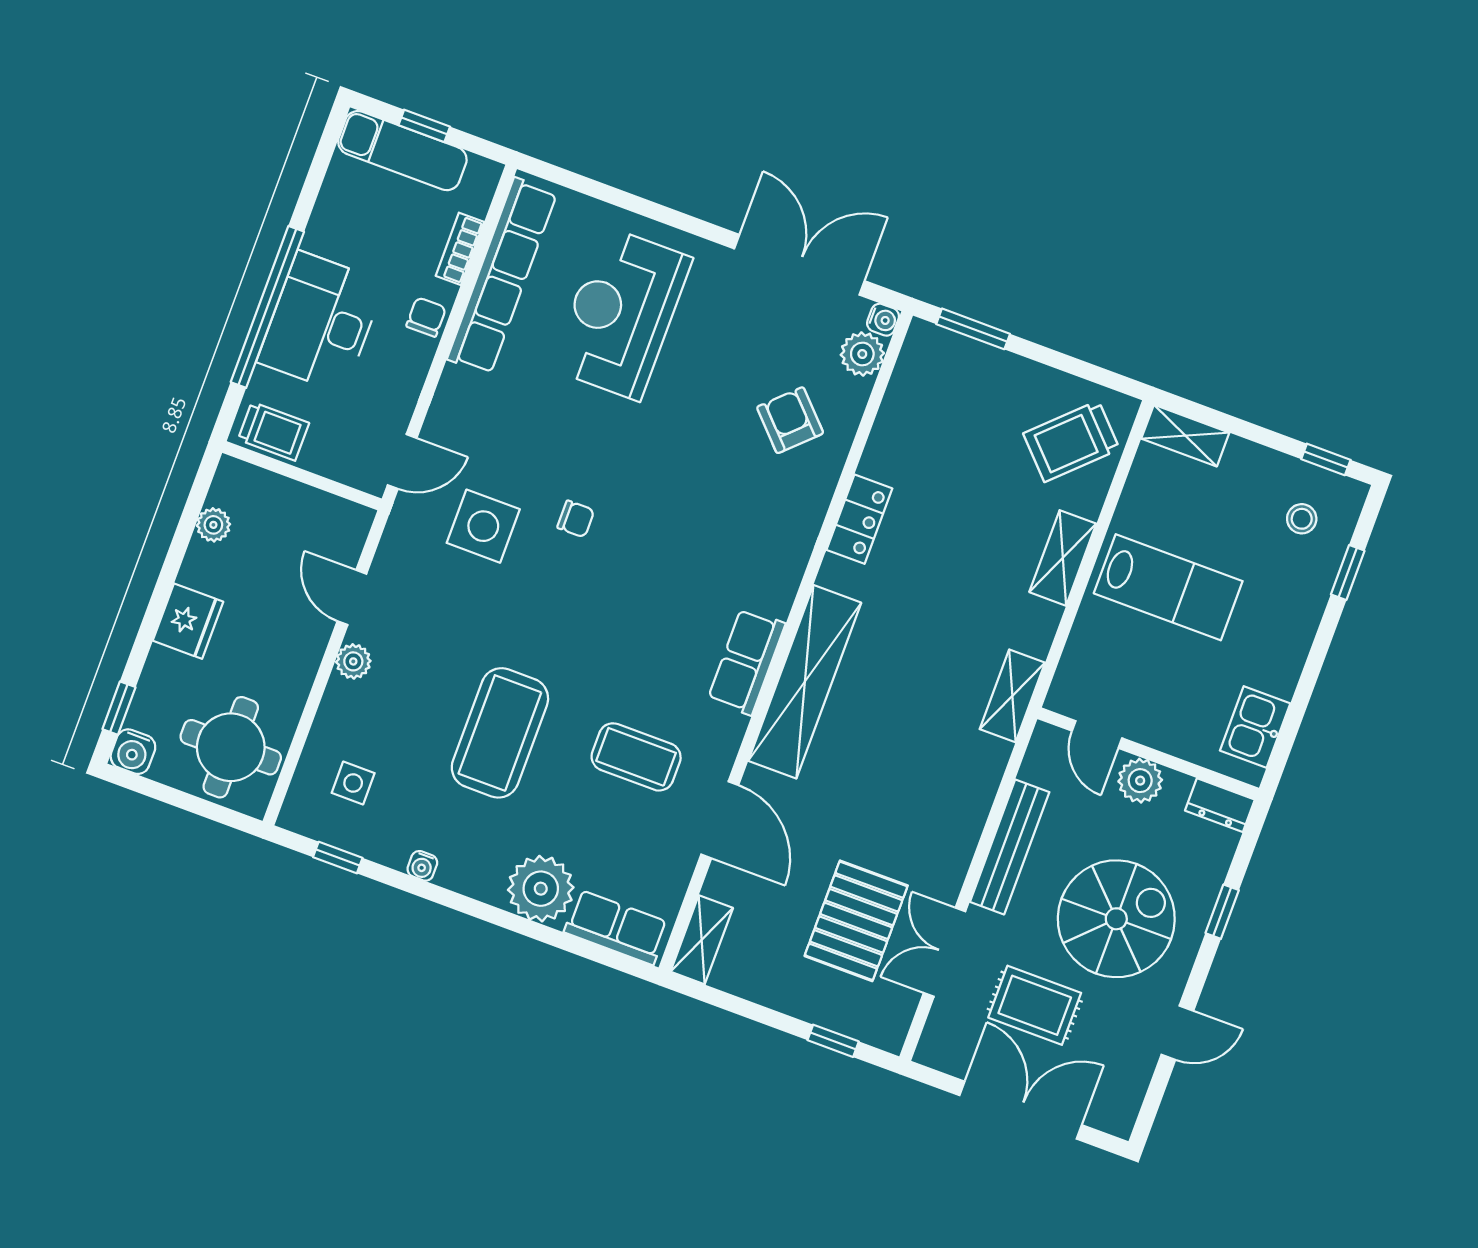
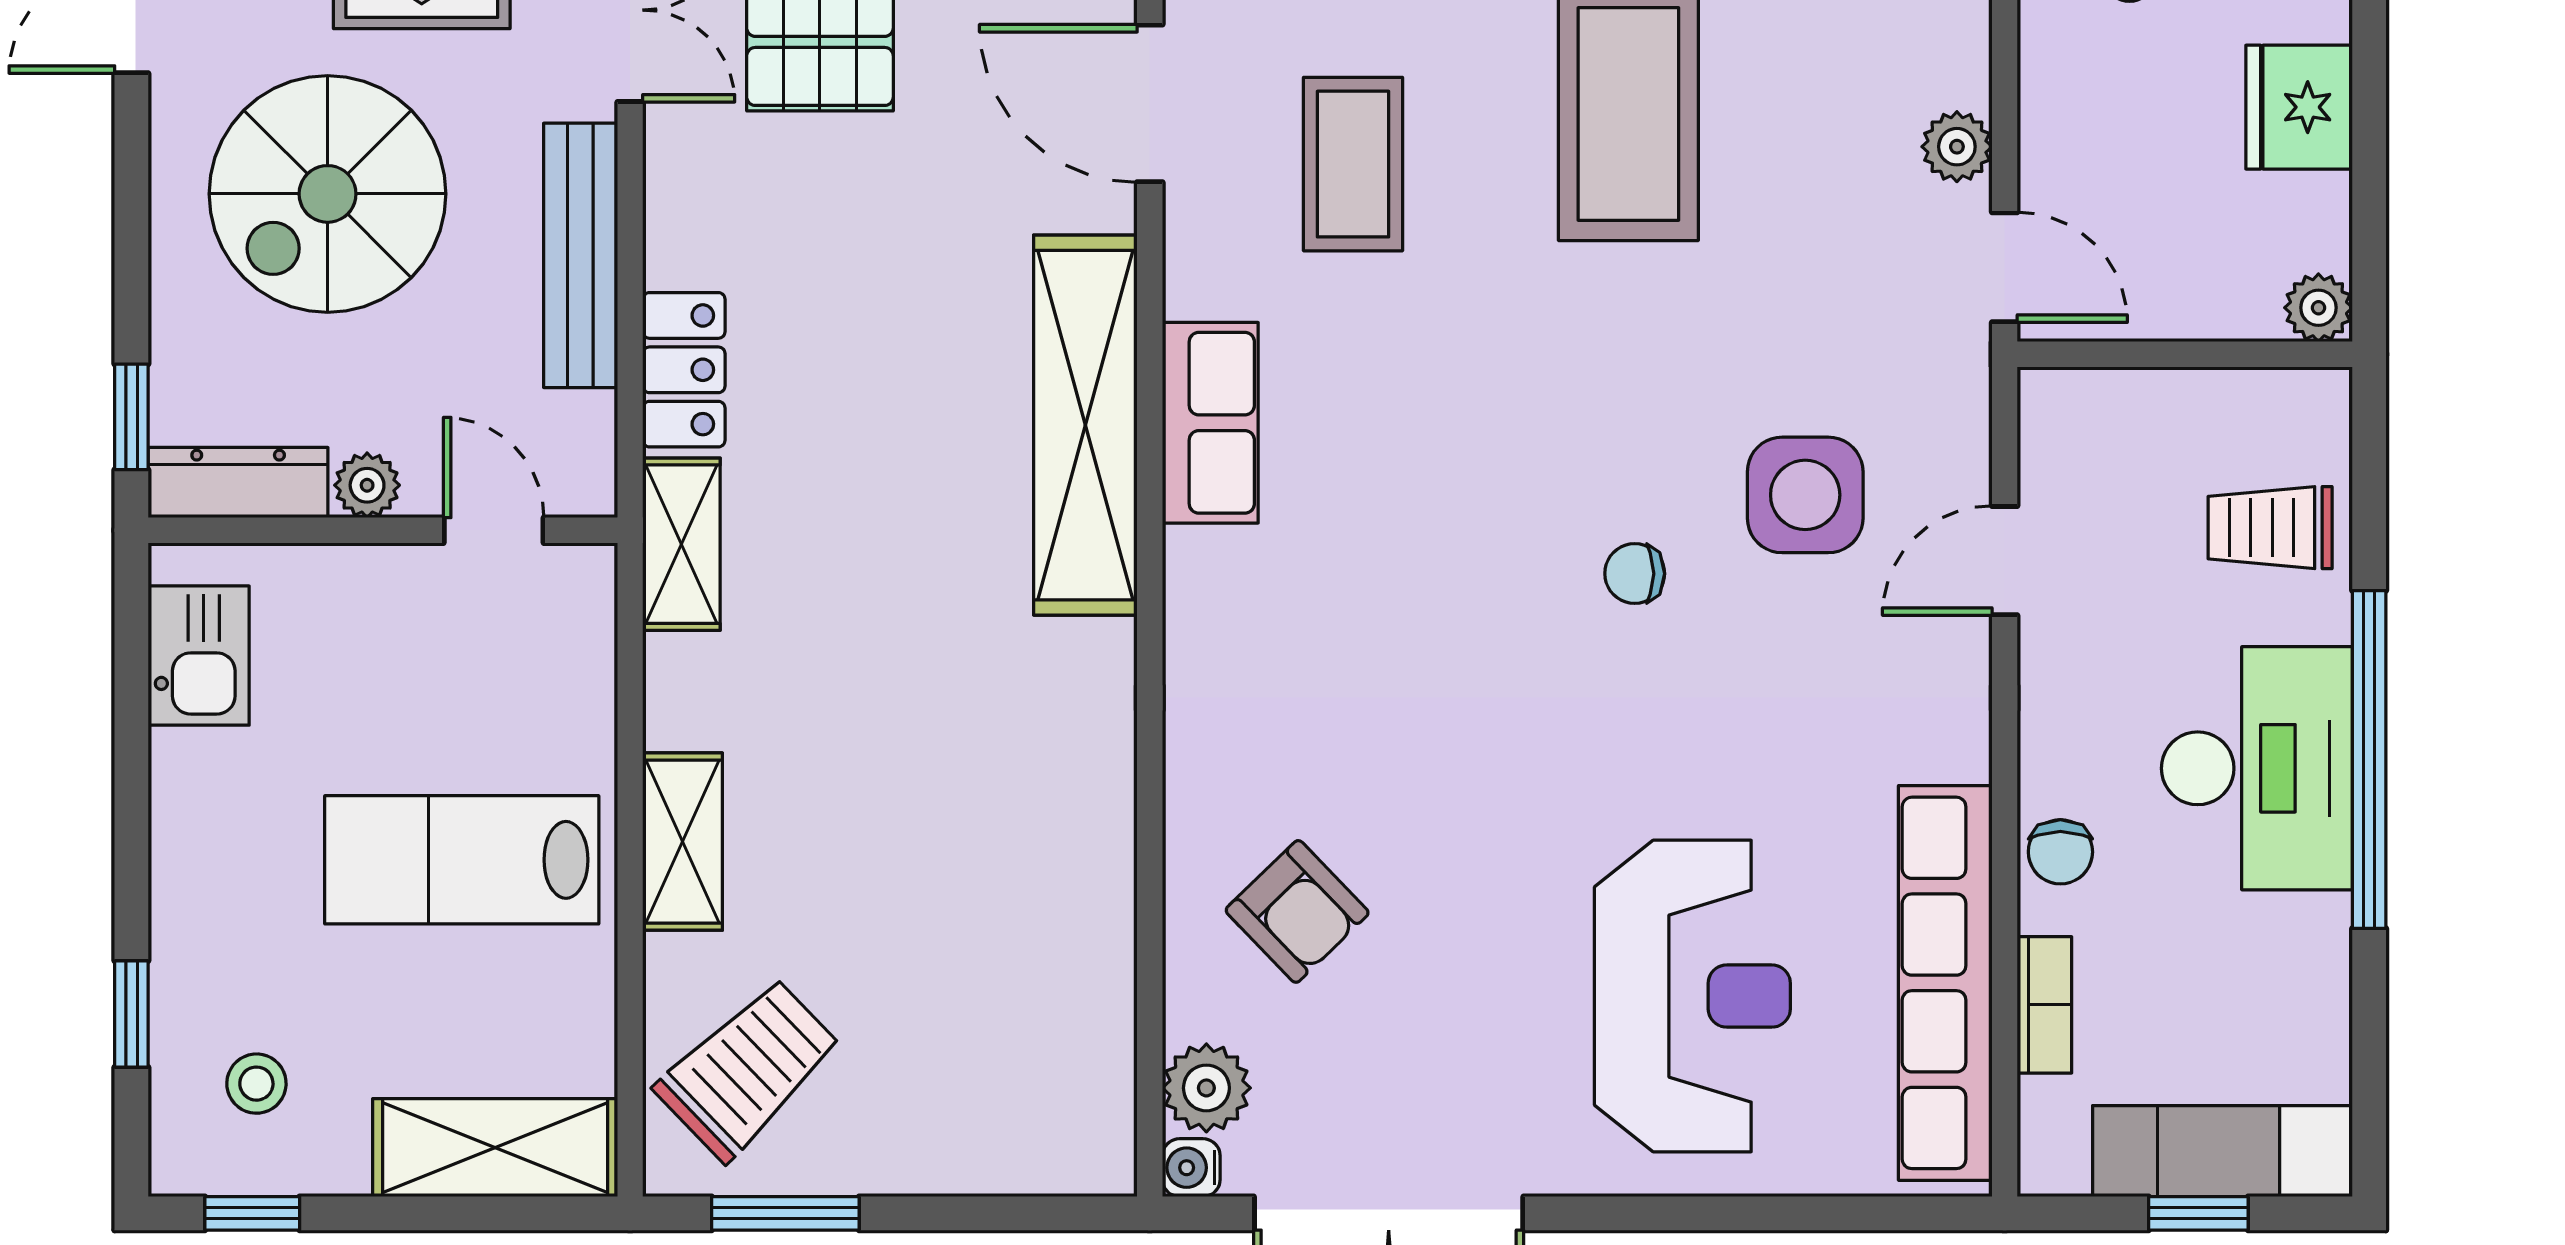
window: (973, 329) -> (785, 1213), moved
shelving: (1185, 436) -> (495, 1148), width x1.50, depth x1.33
wall: (302, 476) -> (2185, 354), moved
locker: (859, 519) -> (684, 370), moved, turned 180
coffee table: (636, 757) -> (1353, 164), turned 90
plant: (1140, 781) -> (367, 485), width x0.73, depth x0.73
dresser: (1220, 805) -> (238, 483), width x1.44
window: (1222, 912) -> (131, 417), moved

